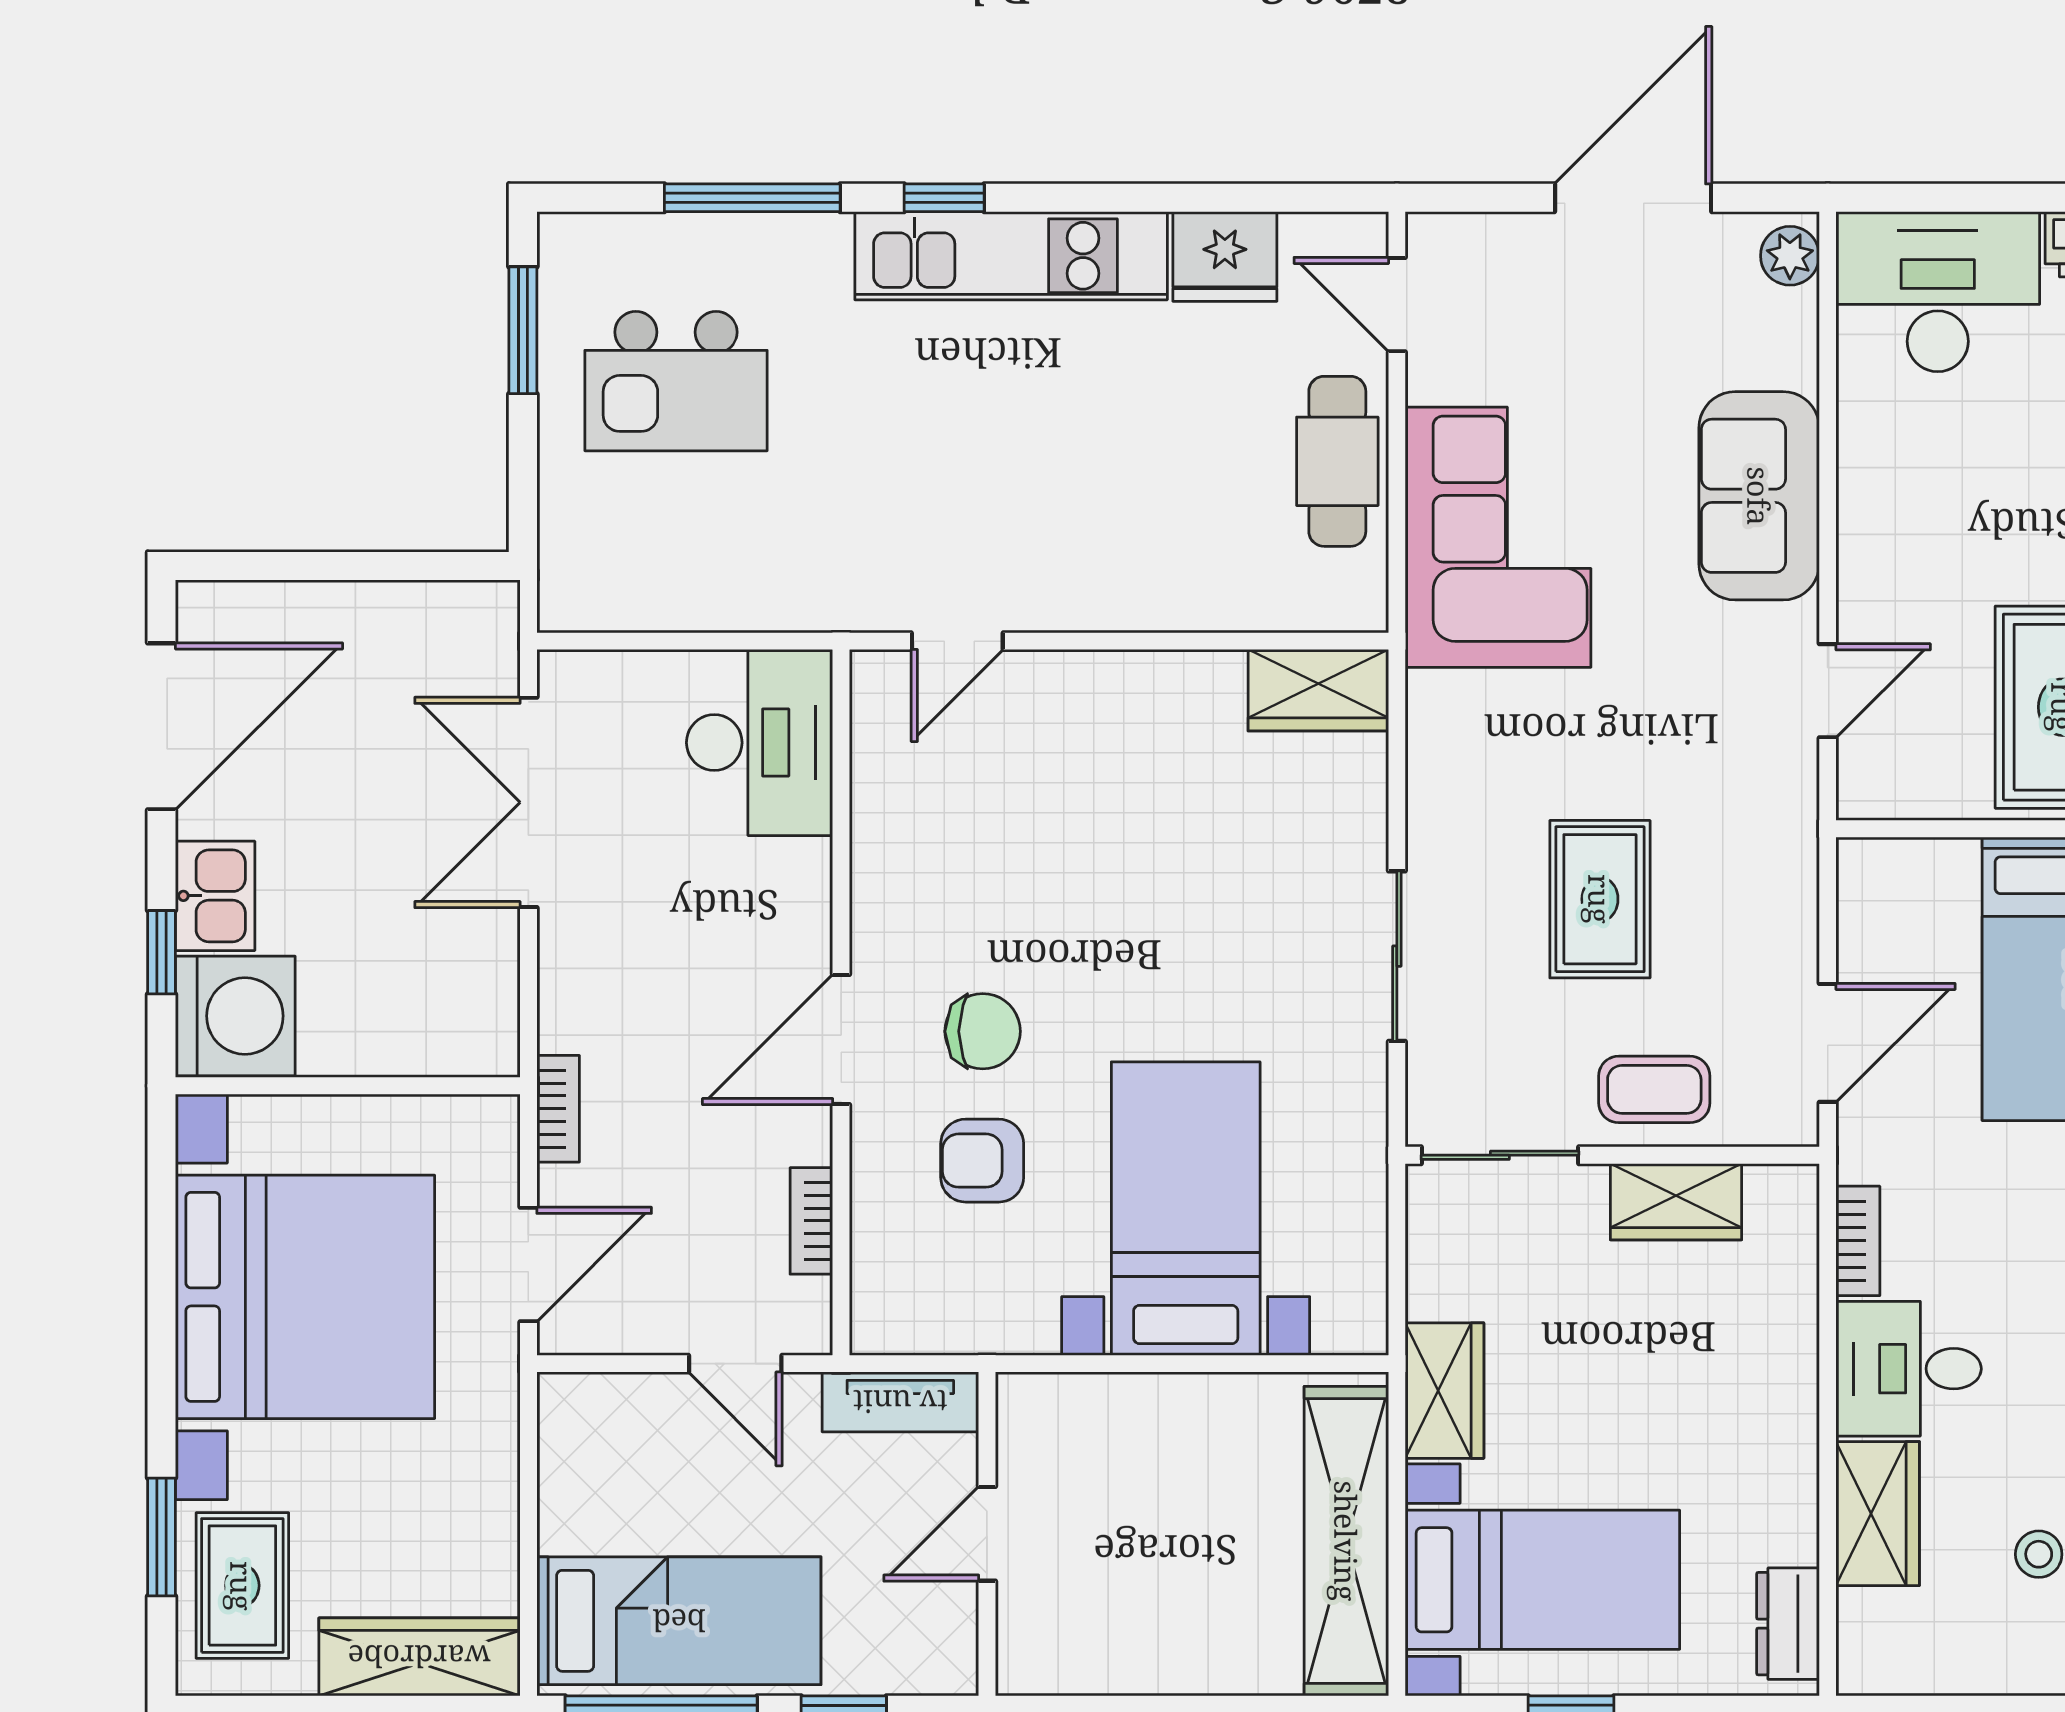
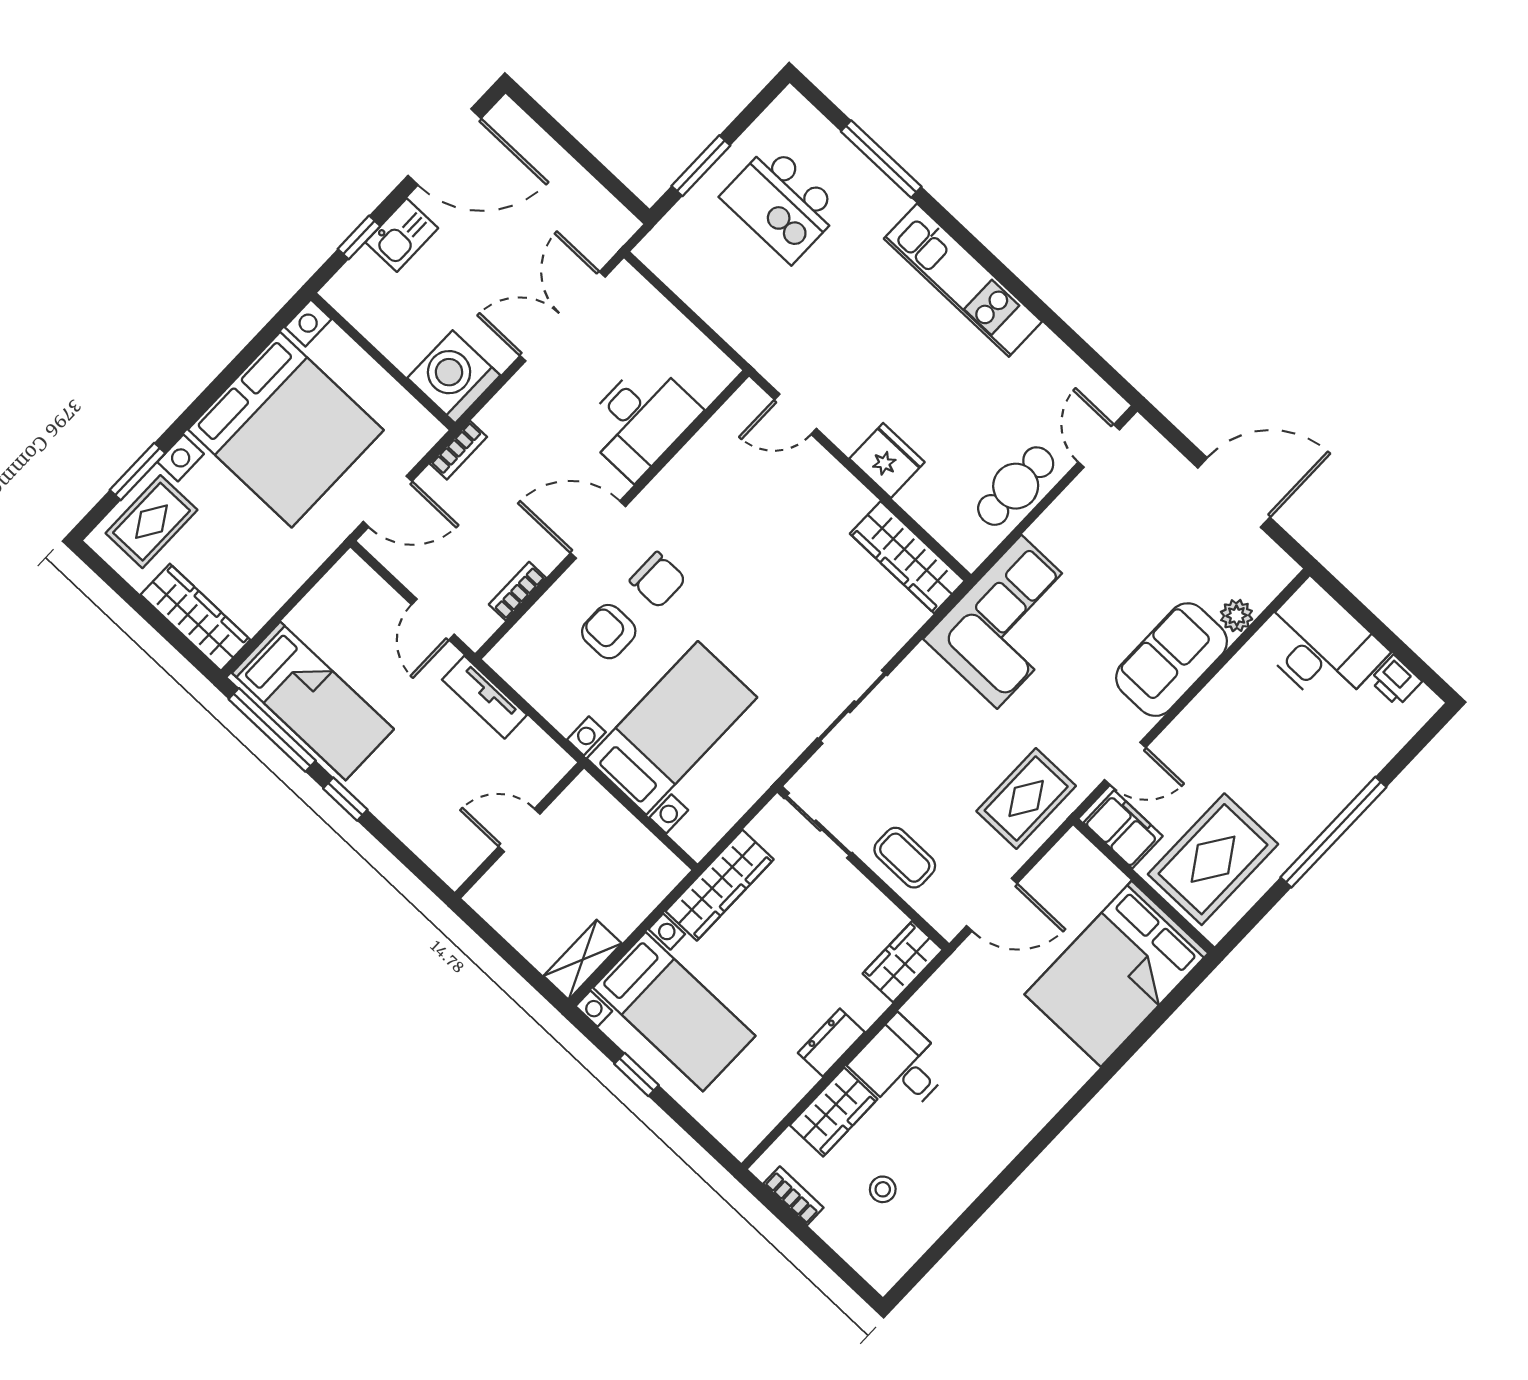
window: (944, 198) -> (958, 232), removed
plant: (1790, 256) -> (1237, 616), moved
fridge: (1225, 257) -> (887, 460), moved, turned 180
window: (523, 330) -> (701, 166), moved
corner sofa: (1498, 537) -> (1009, 622), moved
wardrobe: (1318, 690) -> (907, 557), width x1.50
desk: (760, 743) -> (640, 420), moved
filing cabinet: (1907, 780) -> (1123, 829), added
rug: (1600, 899) -> (1026, 798), moved
washing machine: (235, 1016) -> (454, 377), moved, turned 180
wardrobe: (1676, 1202) -> (903, 962), moved, turned 90
bookcase: (1858, 1241) -> (793, 1196), moved, turned -90
wardrobe: (1445, 1391) -> (720, 885), width x1.50
door: (987, 1534) -> (519, 830), moved
wall: (987, 1534) -> (519, 830), moved
shelving: (1346, 1541) -> (583, 960), width x0.45, depth x0.75
dresser: (1788, 1624) -> (831, 1043), moved

